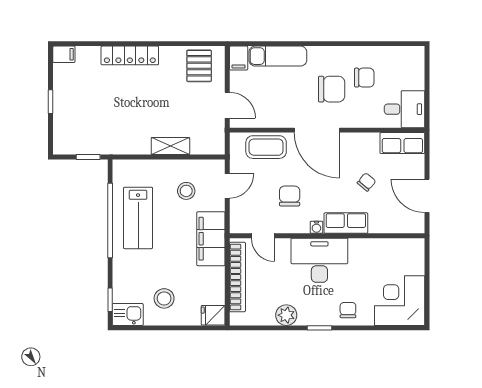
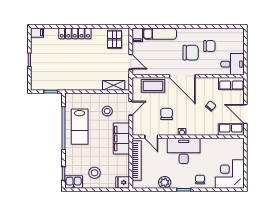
shelving: (170, 146) -> (114, 85), moved
row of seats: (346, 223) -> (231, 130), moved

